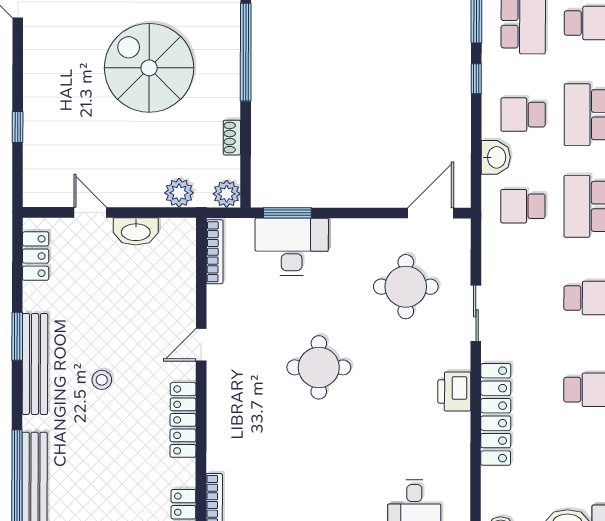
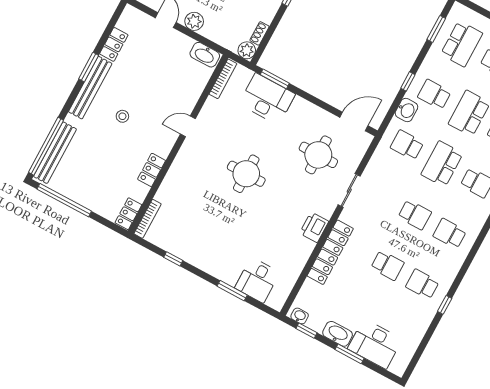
window: (476, 79) -> (408, 81), moved
shoe rack: (232, 138) -> (260, 33), moved
plant: (179, 193) -> (194, 21), moved
washbasin: (136, 231) -> (205, 55), moved
locker: (36, 256) -> (114, 44), moved
locker: (183, 420) -> (152, 170), width x0.66

